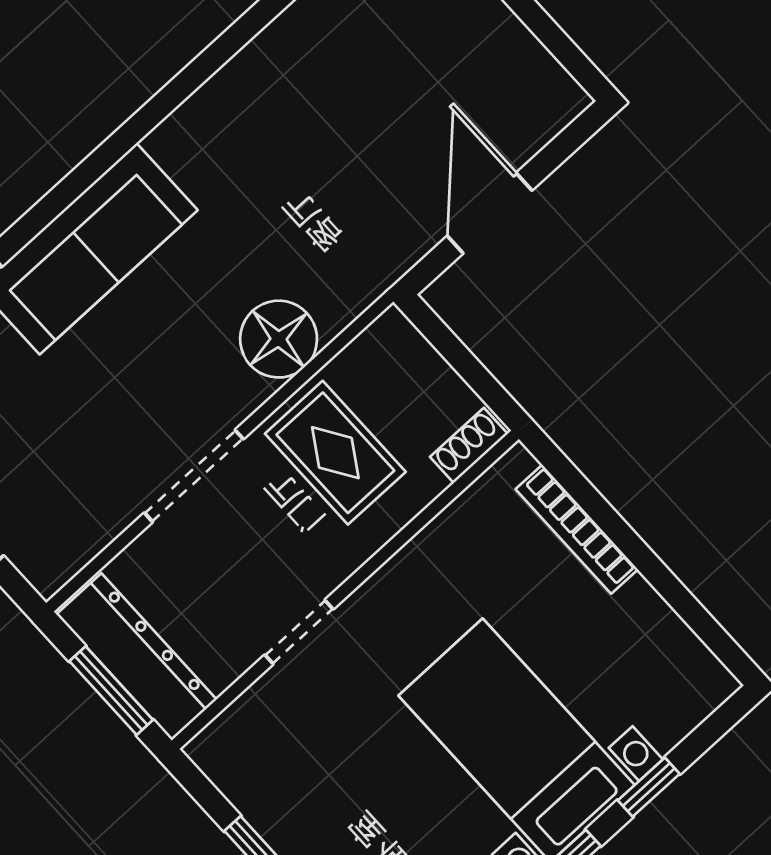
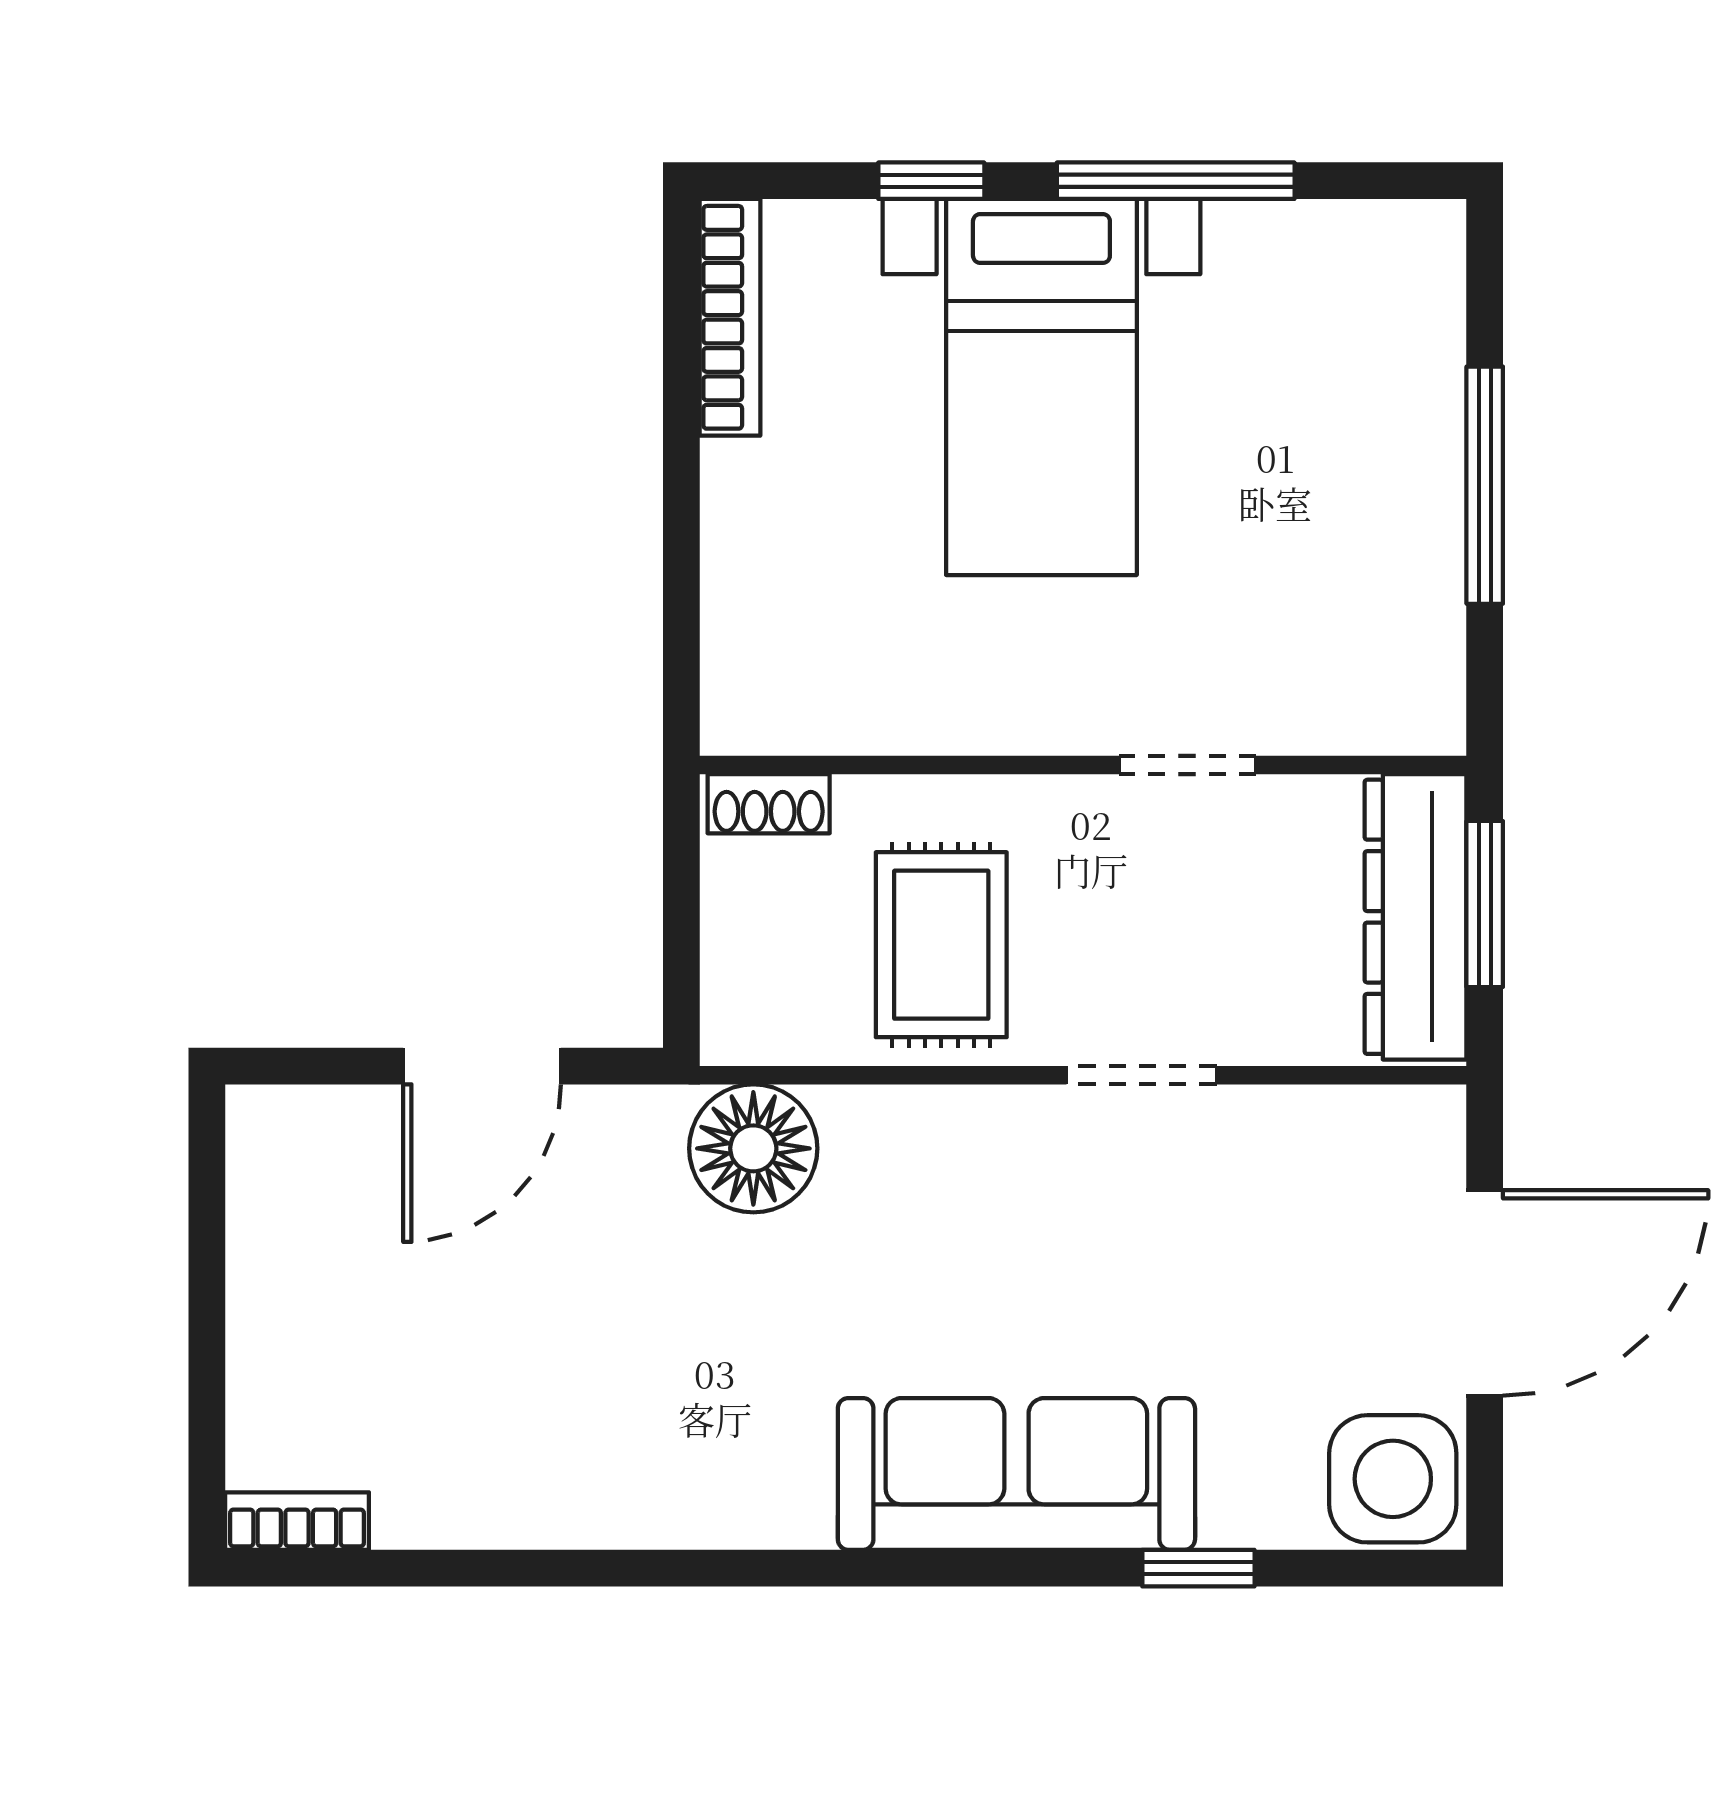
floor lamp: (279, 339) -> (753, 1148), moved
doorway: (194, 476) -> (1142, 1075), width x0.73
bookcase: (577, 529) -> (730, 317), moved

